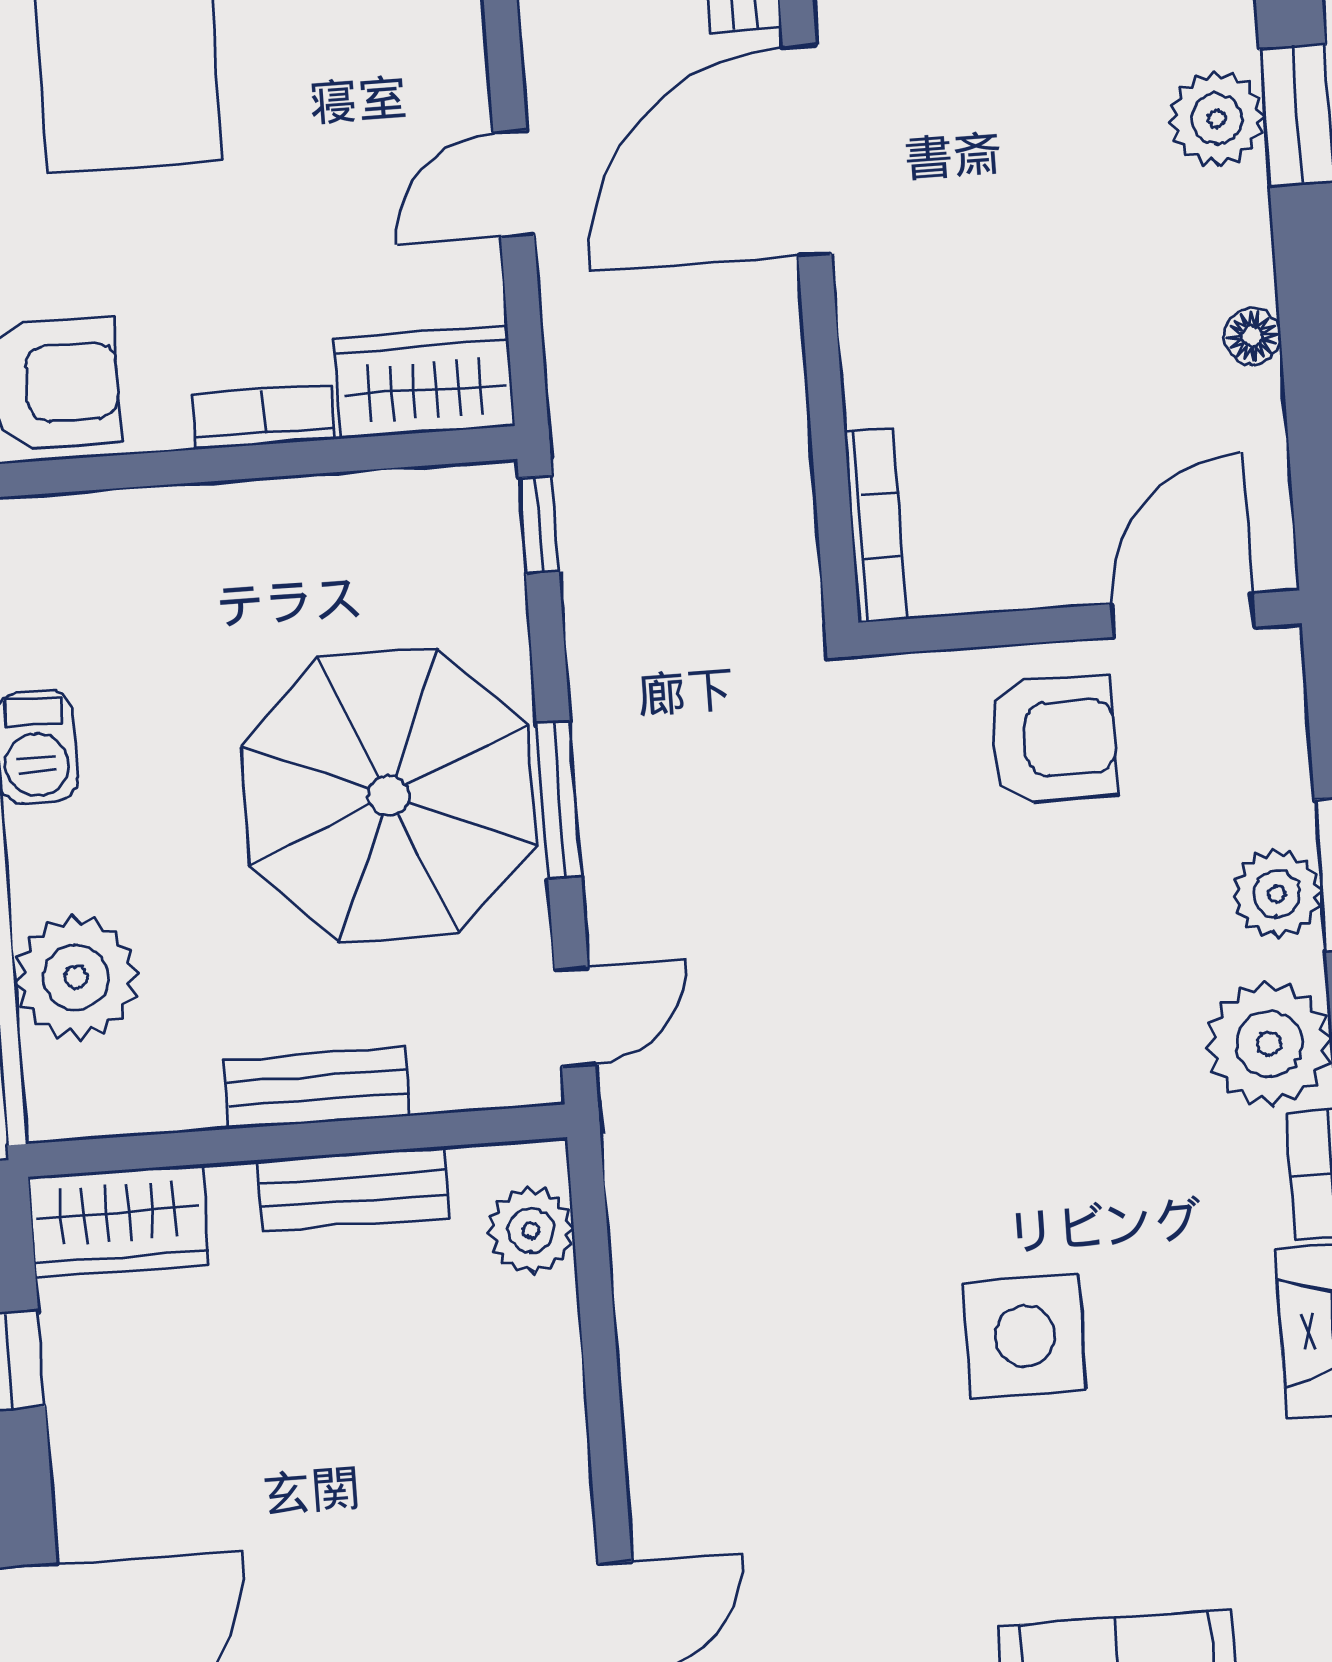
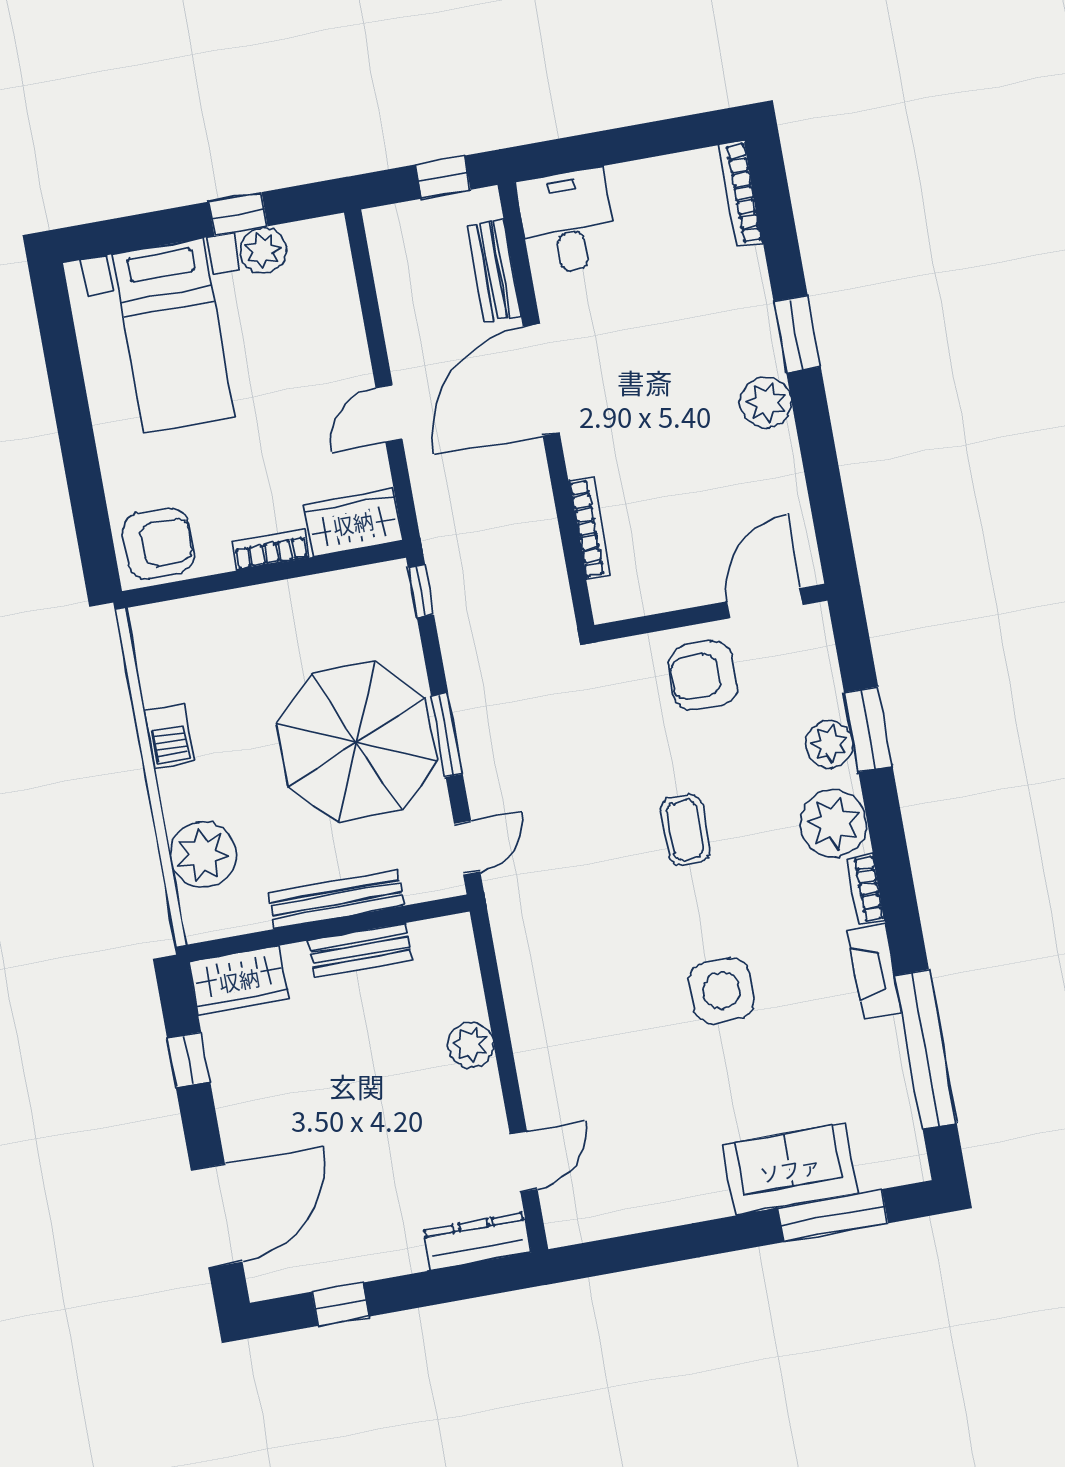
plant: (1217, 119) -> (766, 402), moved
floor lamp: (1252, 336) -> (786, 453), removed
bookcase: (876, 526) -> (590, 528), moved
armchair: (1053, 739) -> (703, 675), turned 180
coffee table: (988, 1027) -> (685, 830), added
bench: (317, 1088) -> (336, 899), width x1.36
plant: (531, 1230) -> (471, 1044), moved

